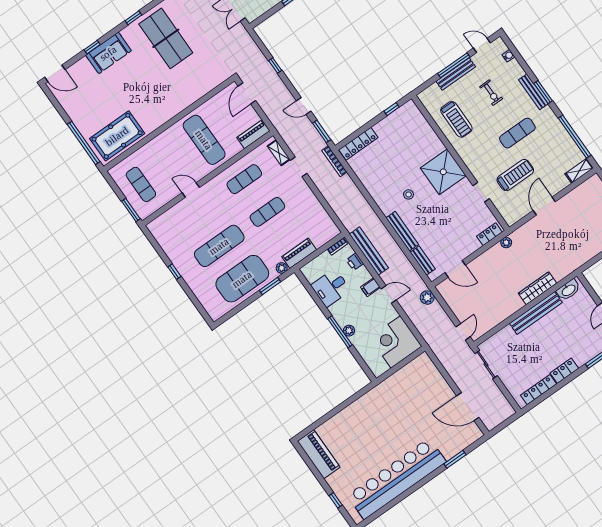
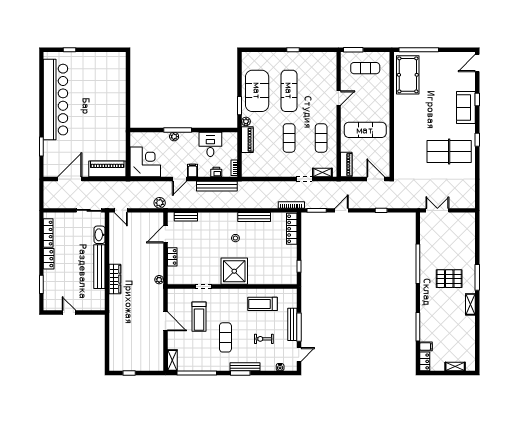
bench: (402, 231) -> (254, 217), moved
locker: (489, 234) -> (172, 257), moved
washbasin: (568, 290) -> (100, 235), moved
piano: (319, 454) -> (107, 169), moved, turned 180

